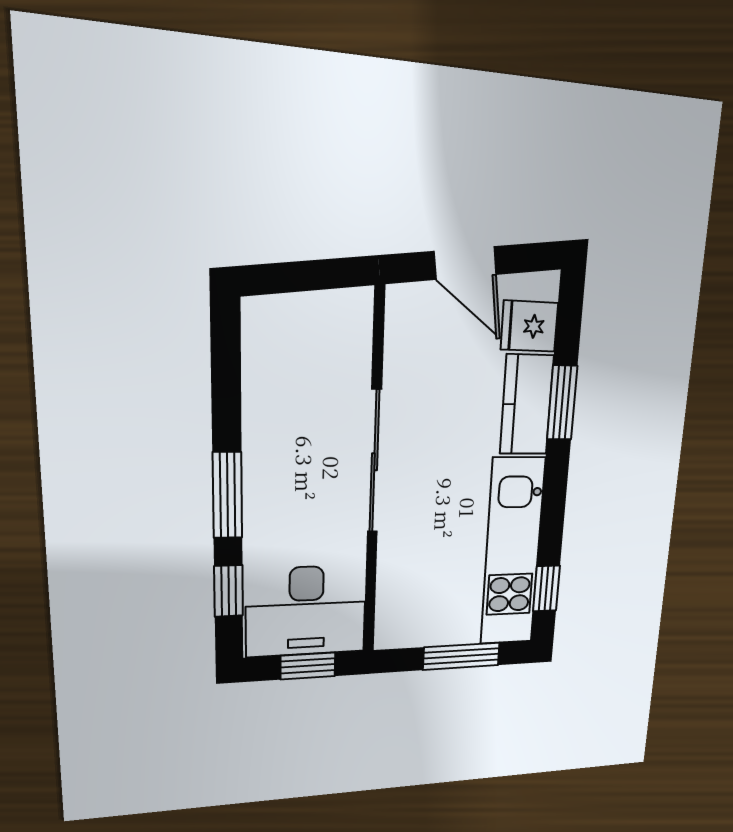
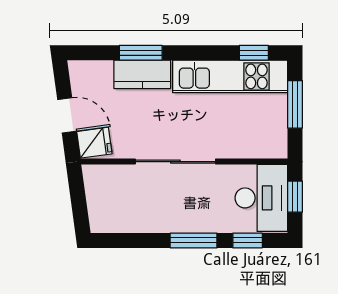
door: (465, 263) -> (67, 115), hinge flipped
fridge: (529, 326) -> (94, 143), moved, turned -98

